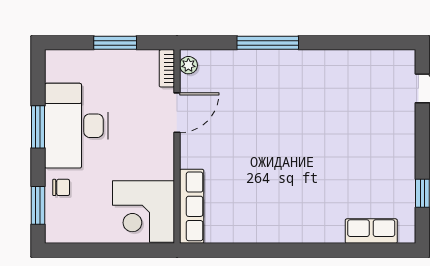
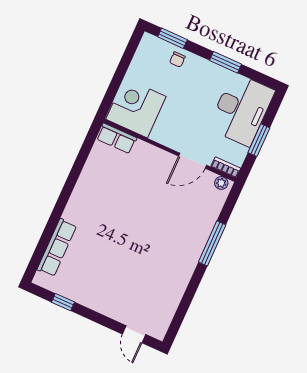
door: (177, 113) -> (193, 161), hinge flipped
desk: (76, 126) -> (241, 109), moved, turned 90
row of seats: (192, 206) -> (117, 138), width x0.68
row of seats: (371, 231) -> (57, 248), width x1.48

